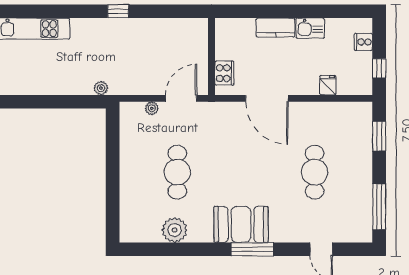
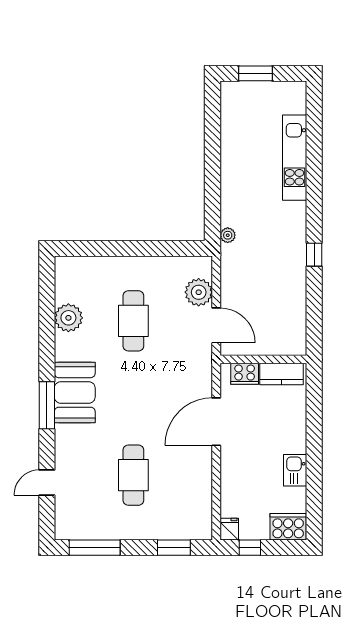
kitchen counter: (276, 28) -> (281, 374), moved, turned -90
cooker: (363, 42) -> (288, 527), width x1.87, depth x1.31
fridge: (328, 85) -> (229, 529), moved, turned -90
plant: (152, 108) -> (199, 292), width x1.88, depth x1.88
cafe table: (177, 172) -> (133, 321), turned 90
cafe table: (315, 172) -> (133, 475), turned 90

